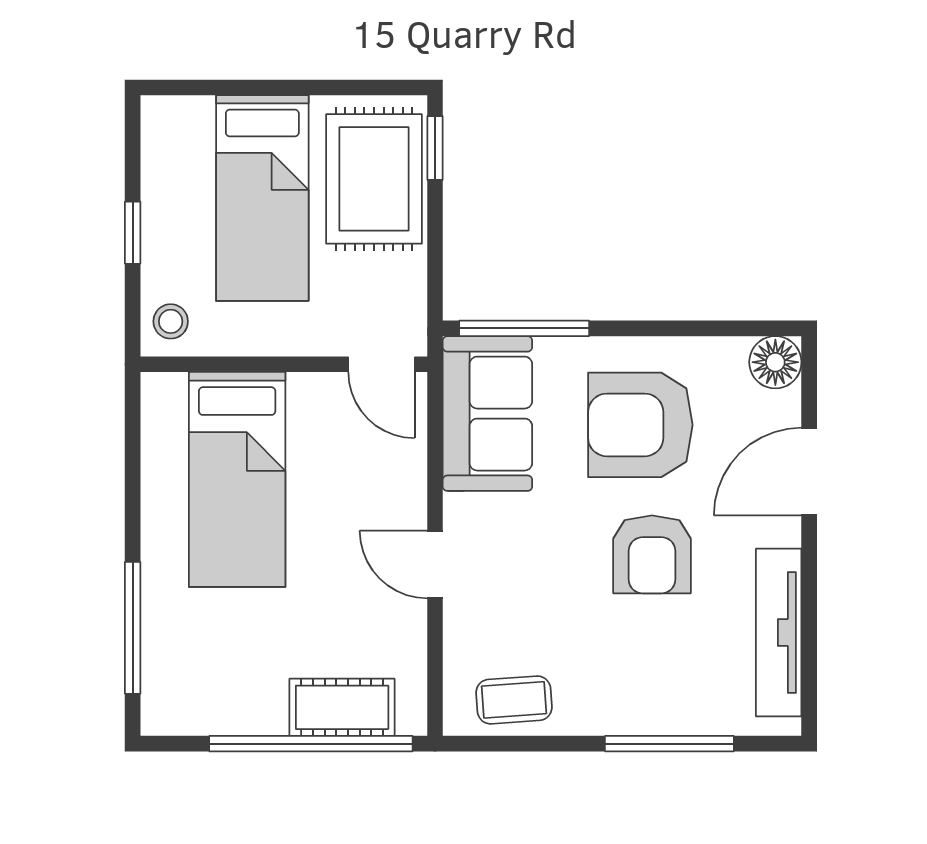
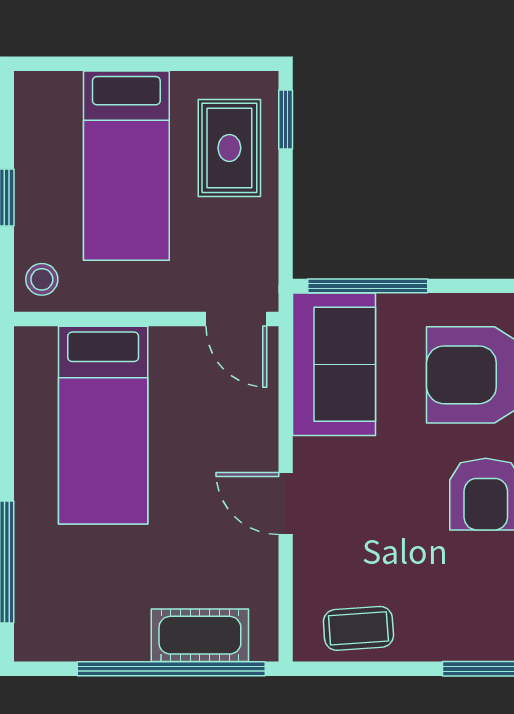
rug: (374, 179) -> (229, 148), width x0.73, depth x0.70

